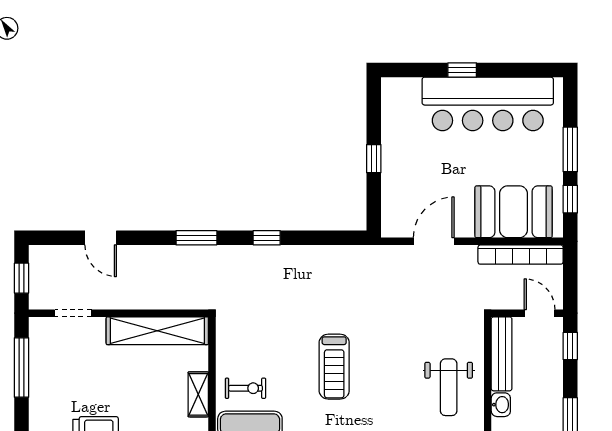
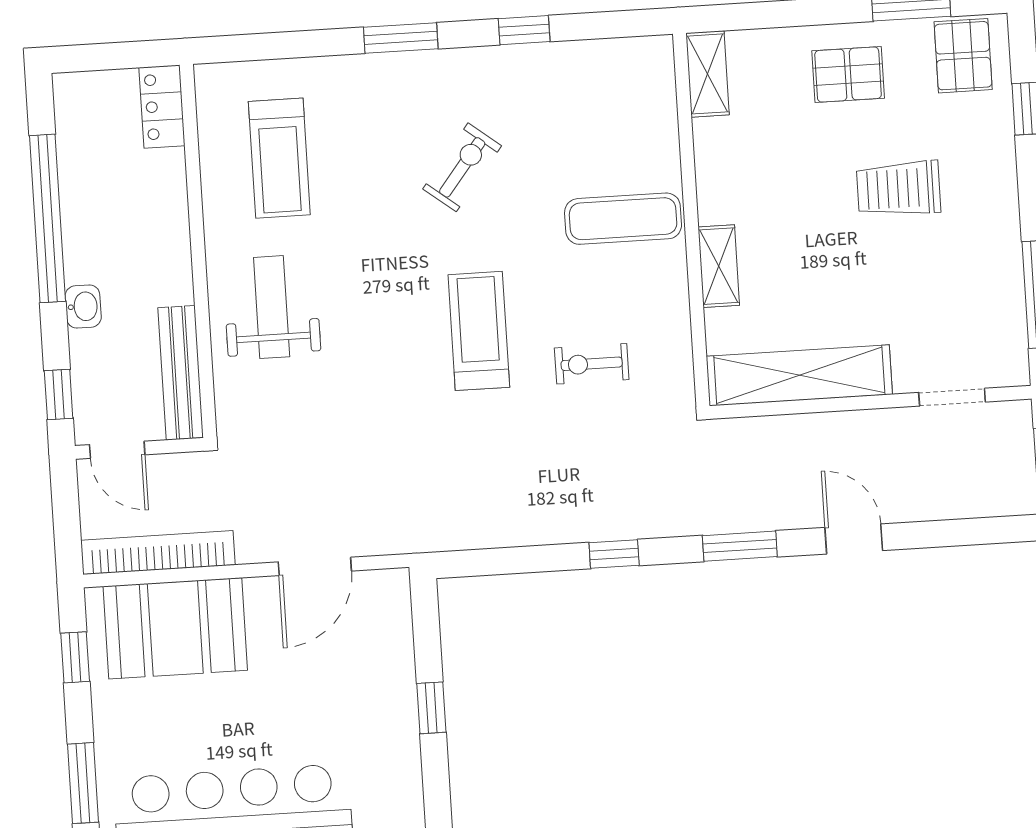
window: (570, 149) -> (83, 783), moved
door: (101, 238) -> (854, 539), moved
exercise bike: (246, 388) -> (592, 364), moved
washbasin: (501, 405) -> (83, 306), moved, turned 180

